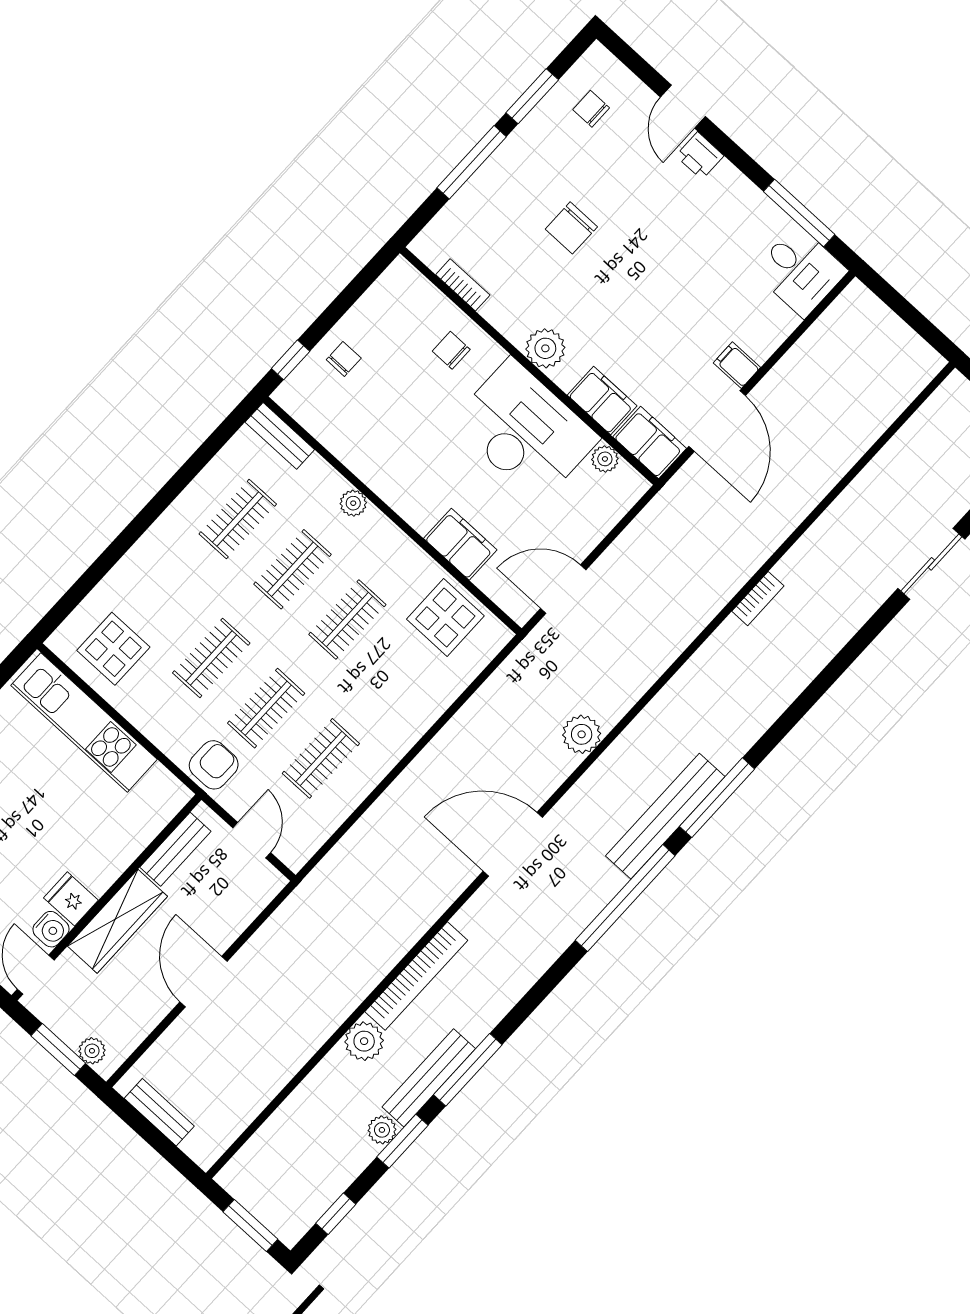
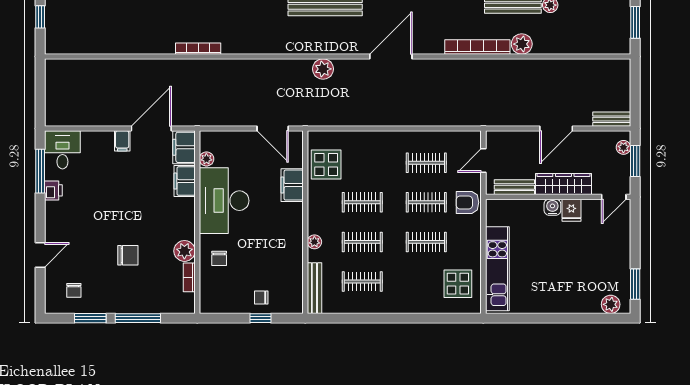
printer: (700, 156) -> (53, 190), moved
plant: (545, 348) -> (184, 251), moved
window: (291, 360) -> (261, 318), moved
bench: (280, 436) -> (314, 288), width x1.36
bookcase: (758, 599) -> (198, 49), width x1.56
door: (513, 844) -> (391, 57), swing flipped
water cooler: (51, 929) -> (552, 207), moved
bench: (159, 1112) -> (612, 119), moved, turned 90

